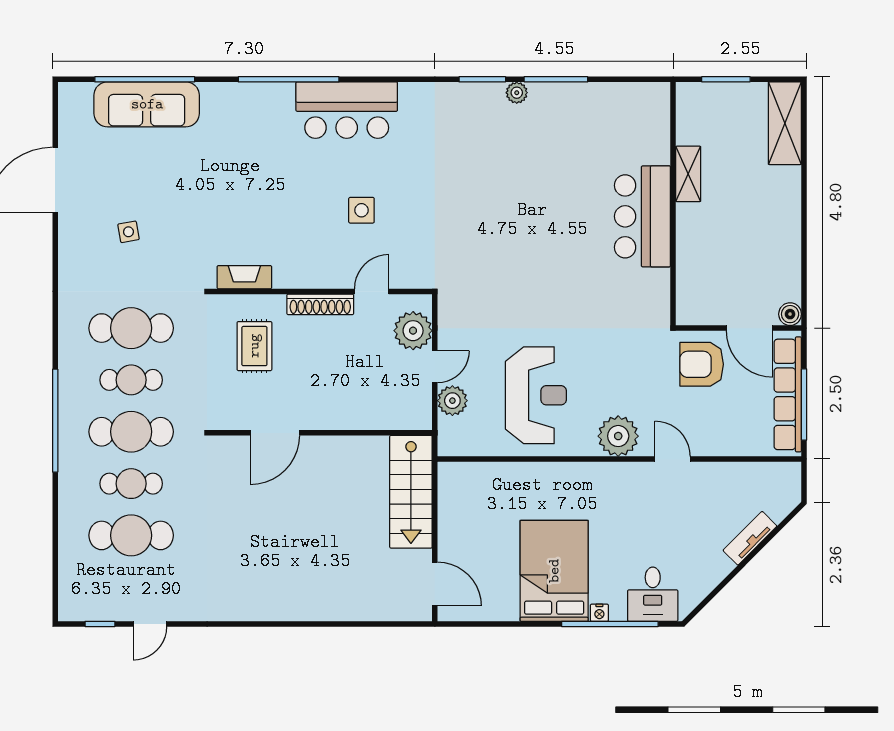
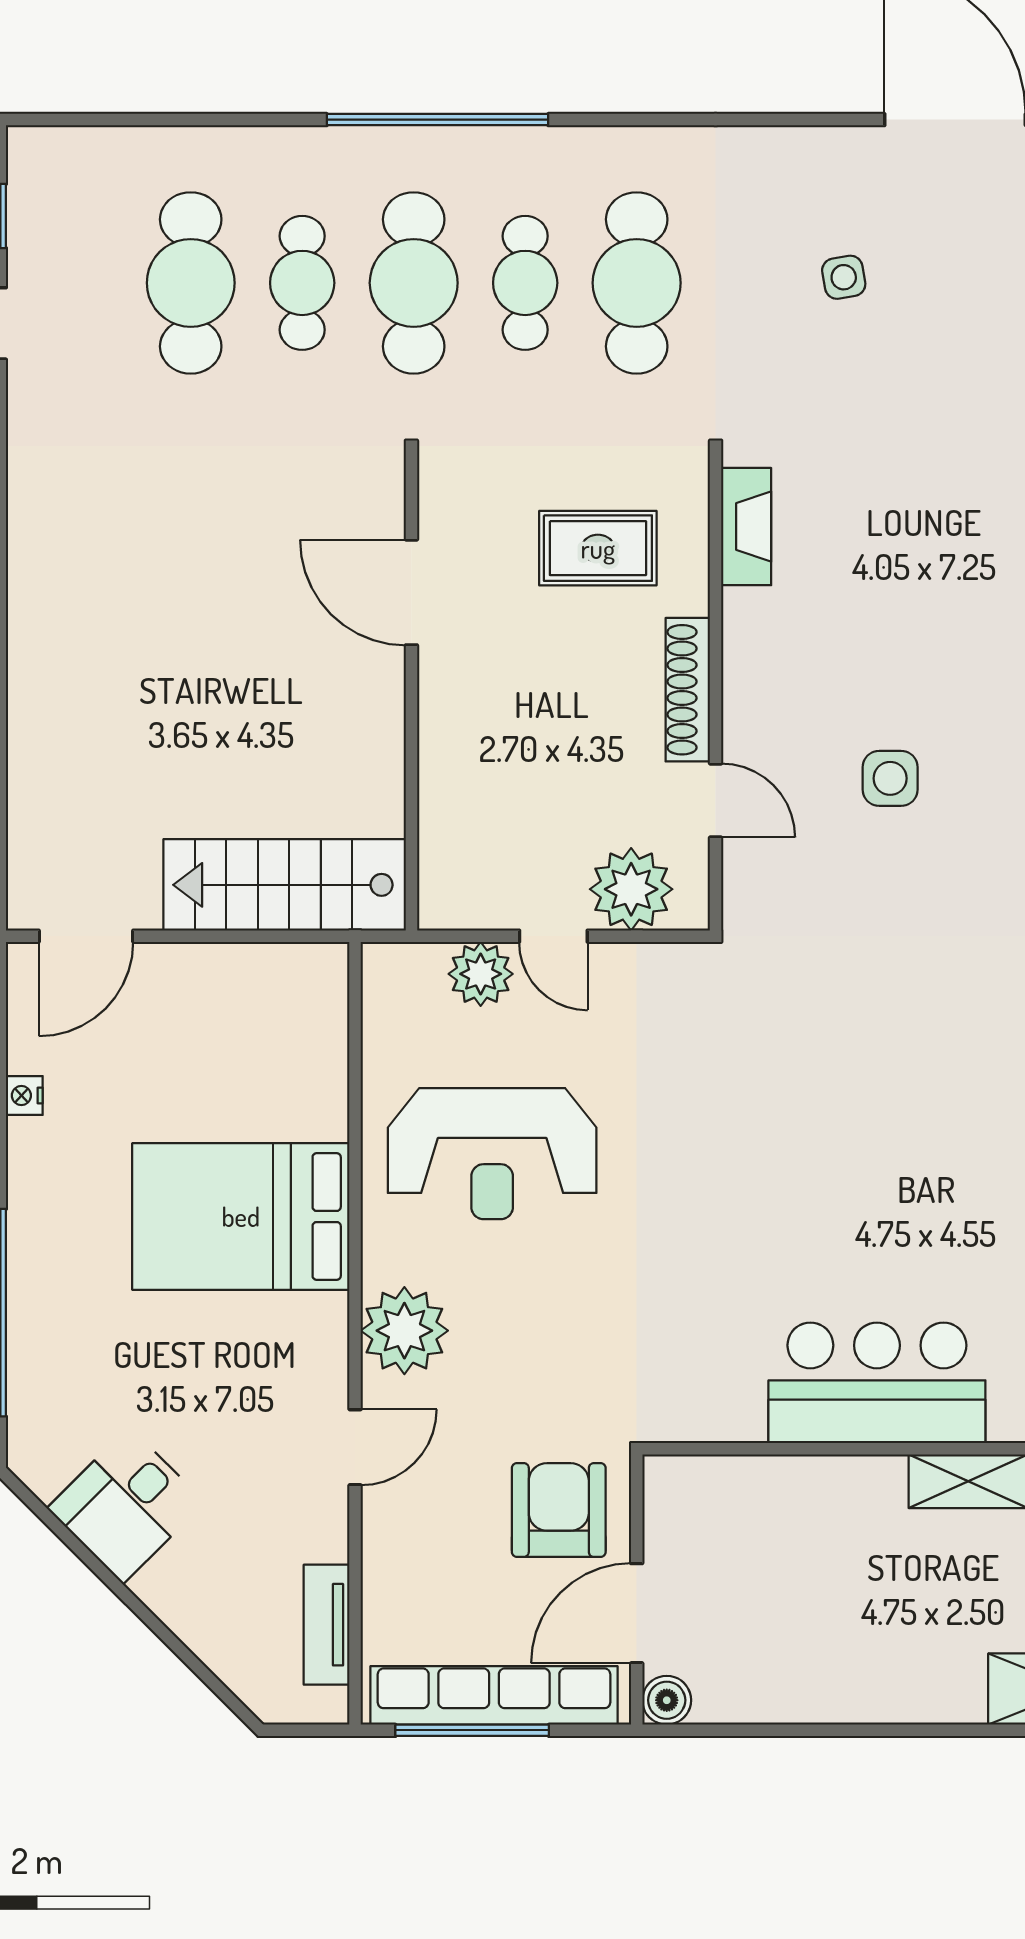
tv unit: (750, 538) -> (327, 1625), moved, turned -135
bed: (554, 571) -> (241, 1216), moved, turned 180
desk: (653, 594) -> (126, 1505), moved, turned -45
nightstand: (599, 613) -> (24, 1095), moved

